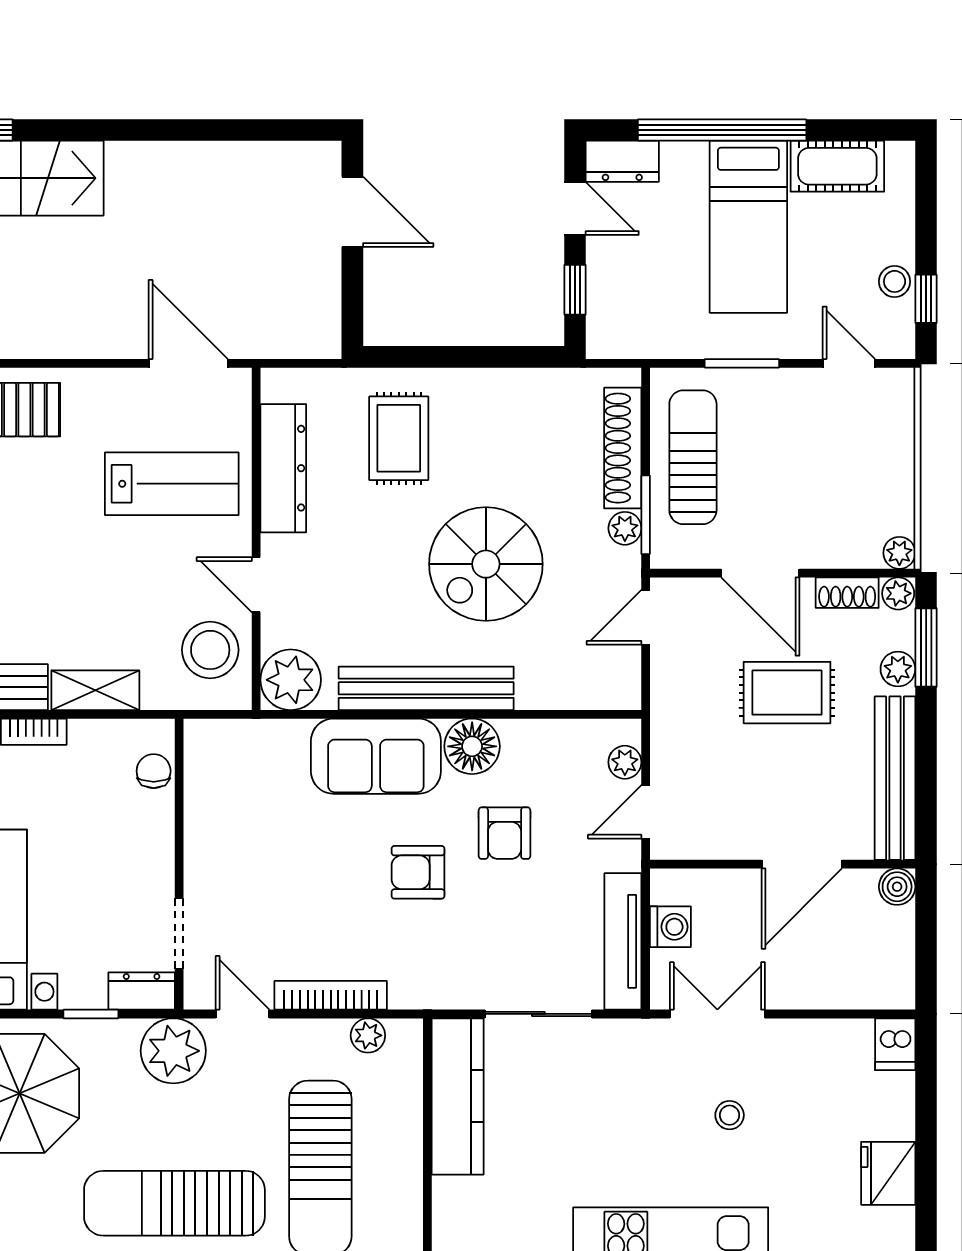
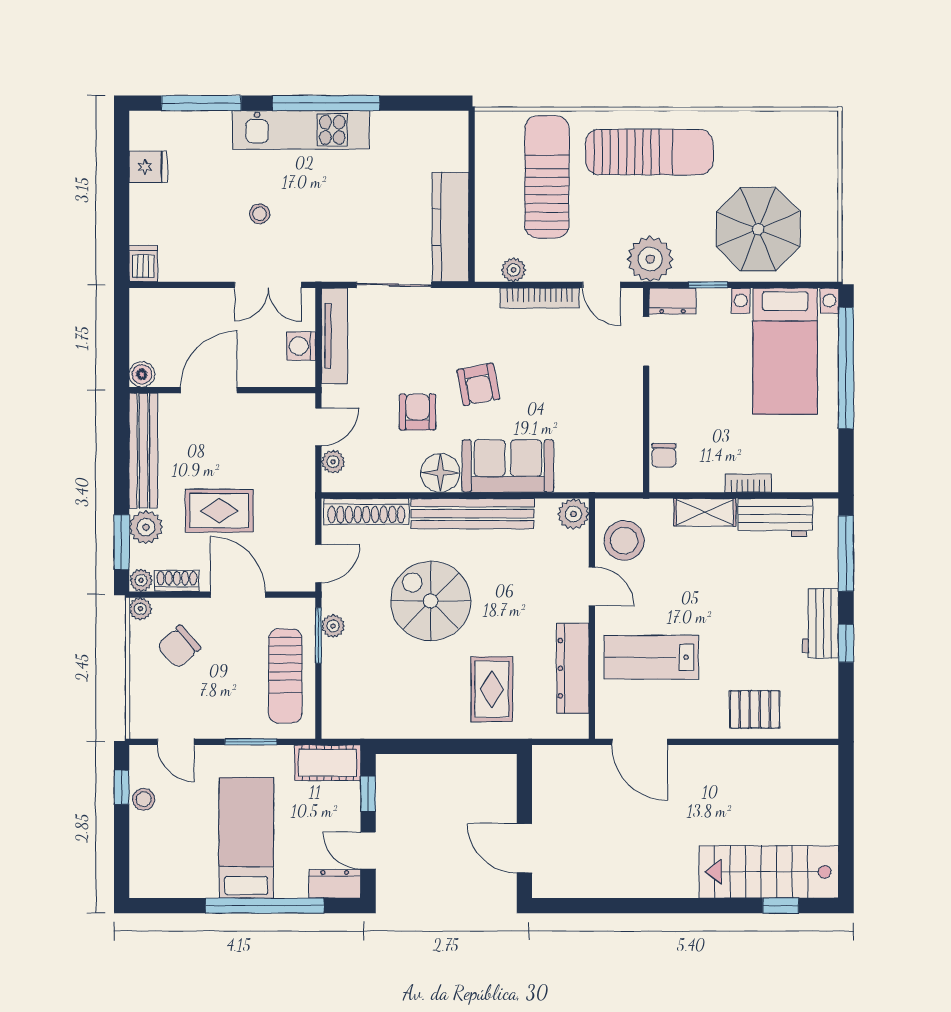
cot: (837, 166) -> (328, 763), moved
shoe rack: (623, 448) -> (366, 511), moved, turned 90
chair: (844, 499) -> (179, 647), added
spiral stairs: (486, 564) -> (431, 601), turned -90
plant: (898, 669) -> (146, 527), width x1.38, depth x1.38
plant: (291, 680) -> (573, 514), width x0.73, depth x0.73
armchair: (418, 872) -> (478, 384), turned 79
fridge: (888, 1173) -> (148, 167), width x0.72

